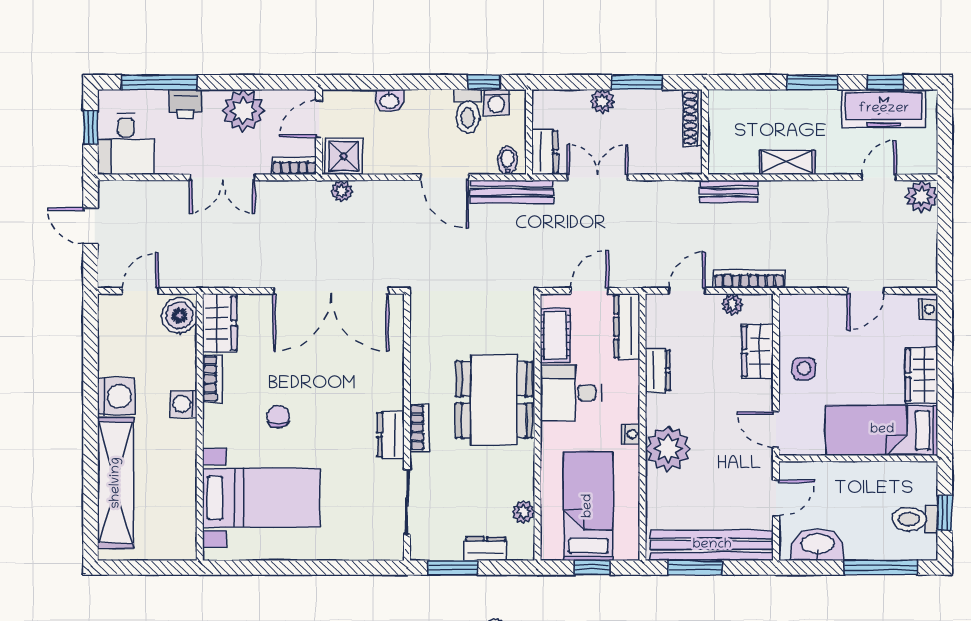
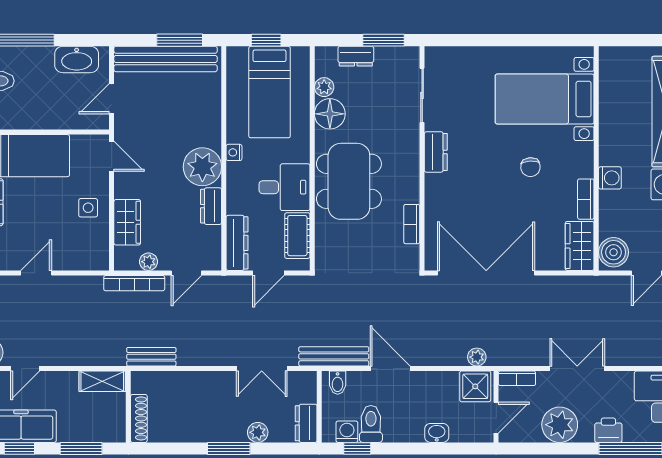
shoe rack: (692, 118) -> (139, 418), moved
wall: (705, 132) -> (128, 407), moved
dresser: (545, 152) -> (306, 423), moved
bookcase: (419, 428) -> (412, 224), moved
plant: (668, 449) -> (202, 167), moved
floor lamp: (517, 480) -> (330, 114), added

